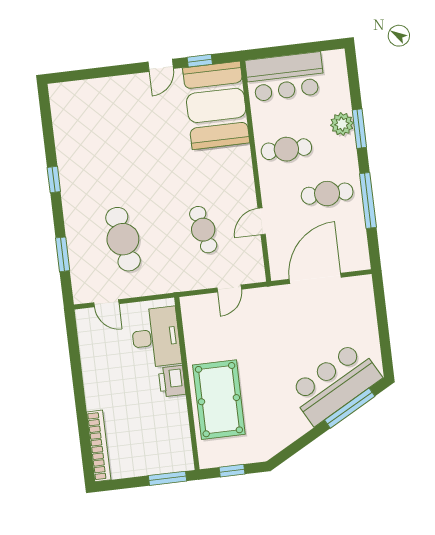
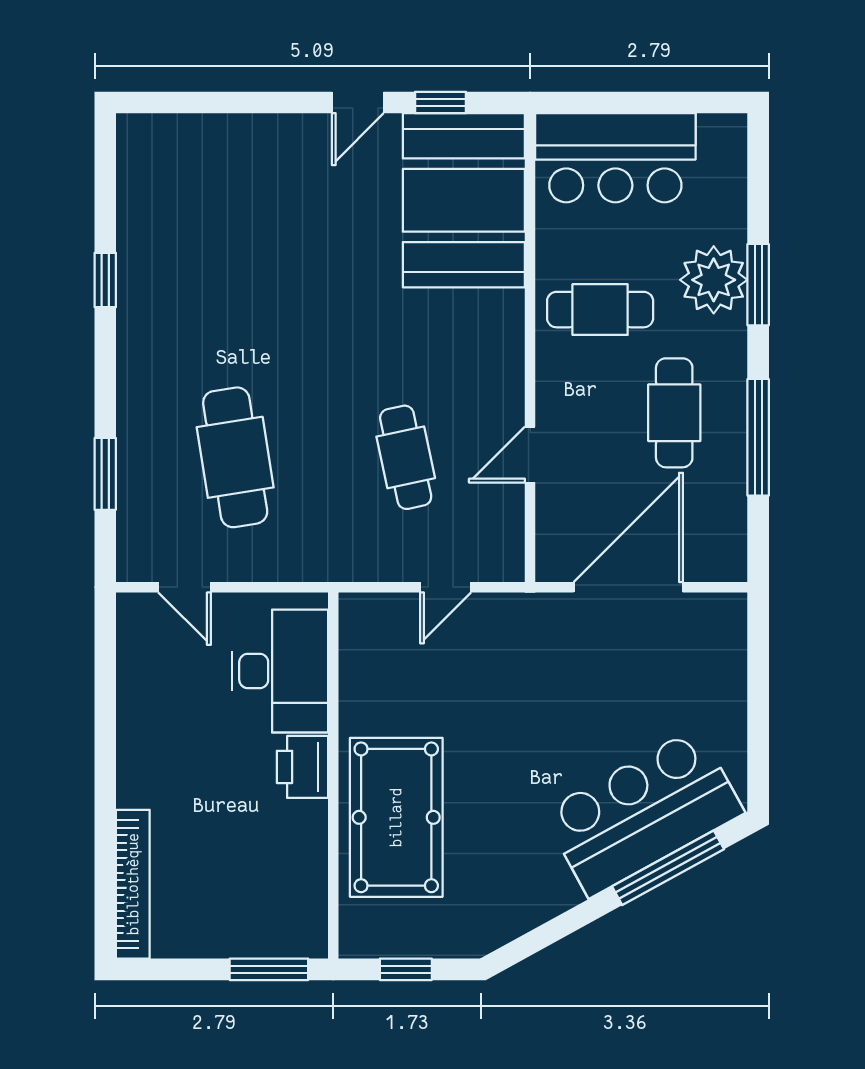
plant: (342, 124) -> (714, 280), width x1.36, depth x1.36
window: (54, 180) -> (105, 280), moved
cafe table: (327, 194) -> (674, 413), turned 90

